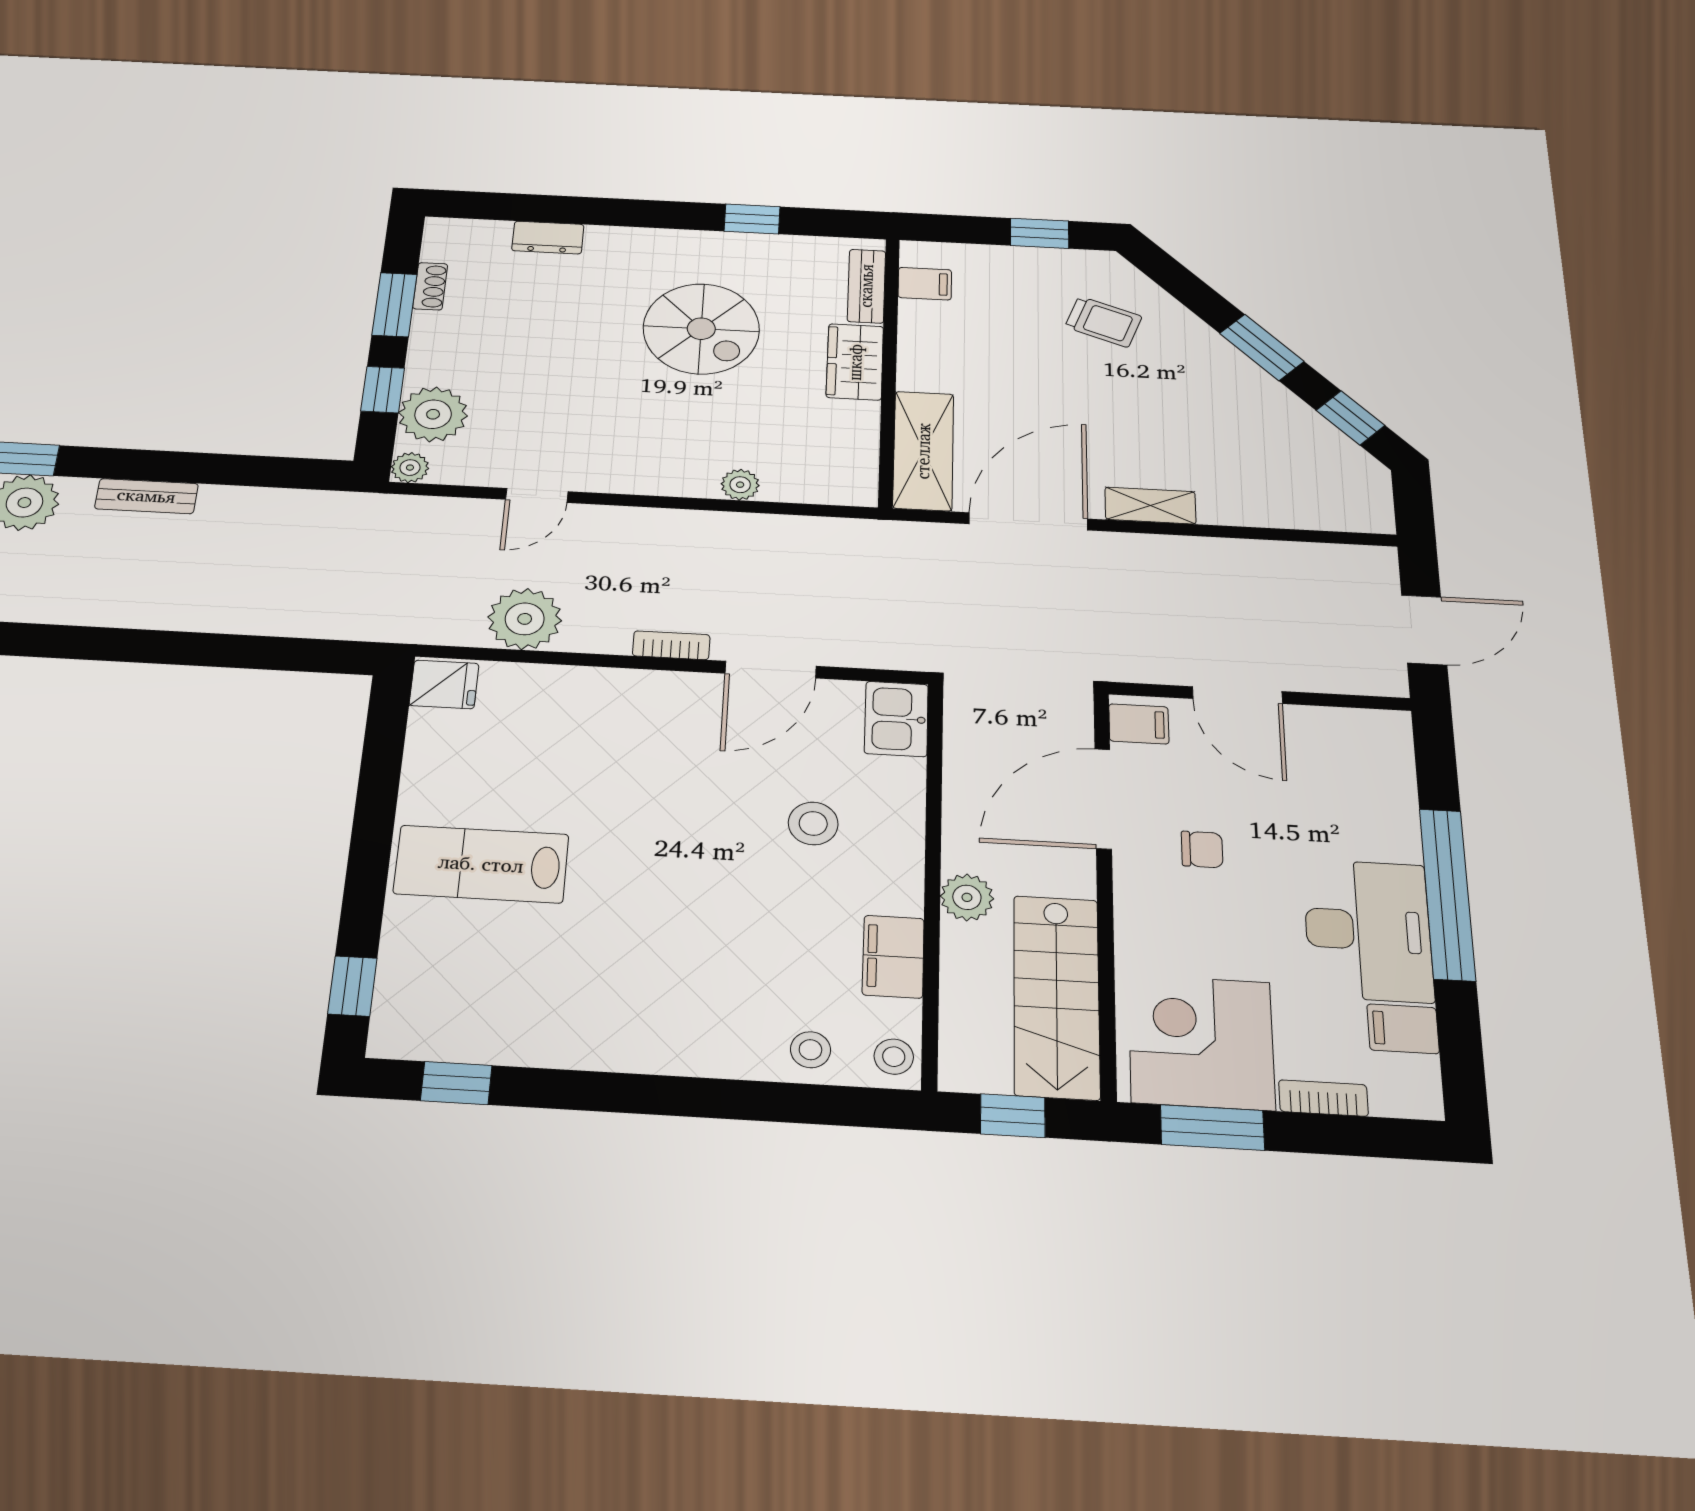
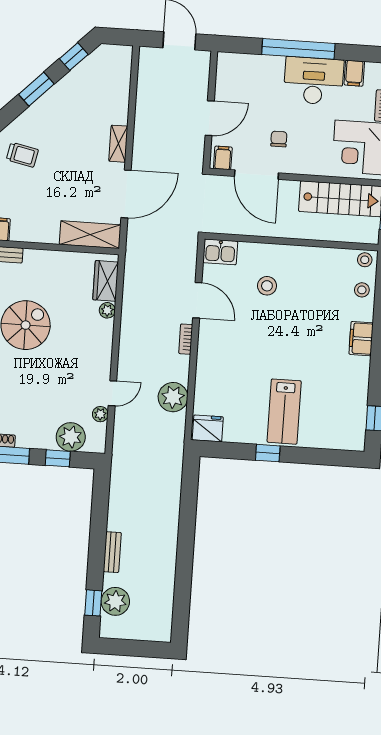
trolley: (1103, 322) -> (22, 155), turned 82
wardrobe: (855, 362) -> (106, 281), moved, turned 90
plant: (410, 468) -> (100, 414), moved
door: (537, 495) -> (112, 393), hinge flipped
door: (1028, 521) -> (126, 194), swing flipped
fridge: (444, 684) -> (208, 428), width x1.38
plant: (967, 897) -> (299, 229), removed
filing cabinet: (893, 957) -> (361, 339), moved, turned 90
window: (352, 986) -> (268, 453), moved

